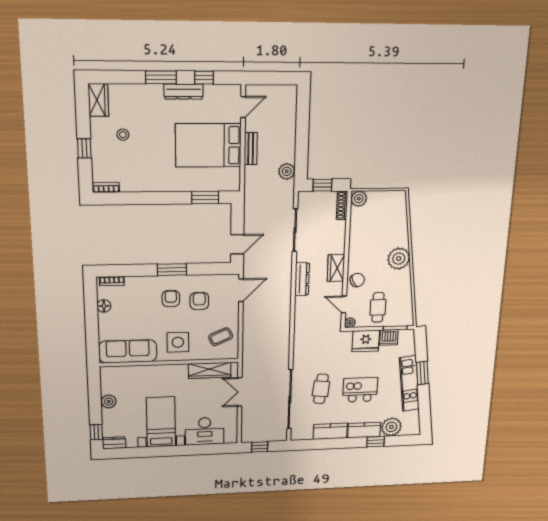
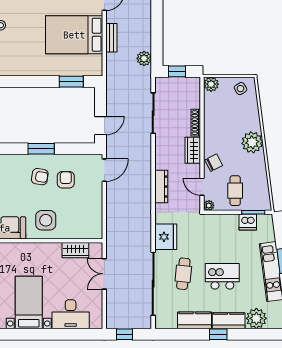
side table: (390, 203) -> (240, 89), added
shoe rack: (342, 205) -> (196, 123), moved
dresser: (302, 279) -> (161, 187), moved
armchair: (171, 299) -> (40, 177), turned 99
coffee table: (221, 337) -> (86, 216), removed
fridge: (366, 341) -> (166, 237), moved, turned -90
wardrobe: (210, 370) -> (75, 250), width x0.67
window: (376, 442) -> (218, 334), moved

